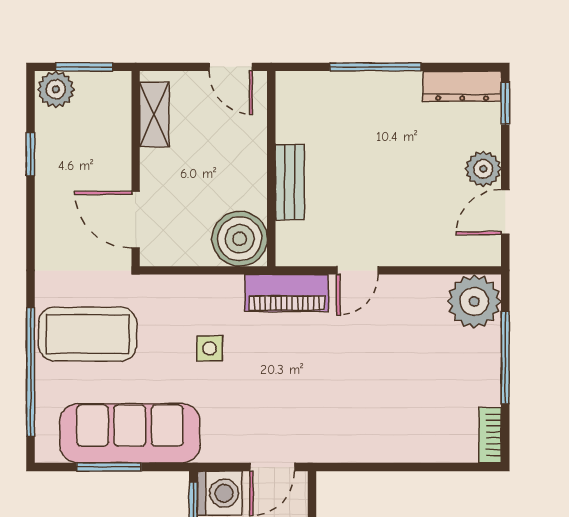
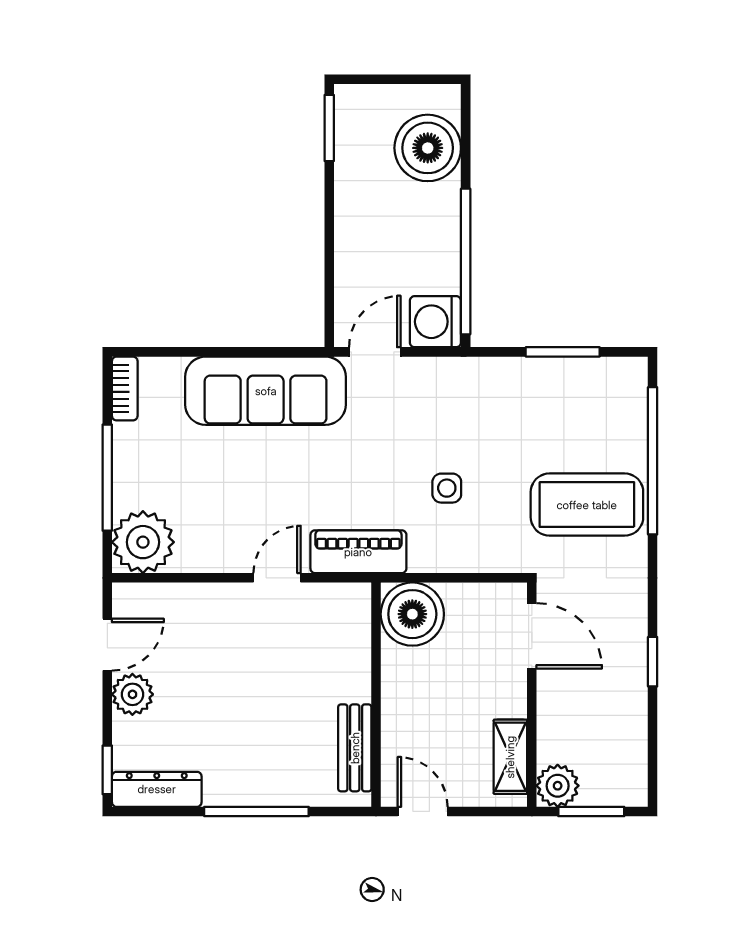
plant: (56, 89) -> (558, 786), moved
window: (31, 154) -> (653, 662), moved
bench: (290, 182) -> (355, 748), moved
sofa: (130, 433) -> (266, 391), moved

